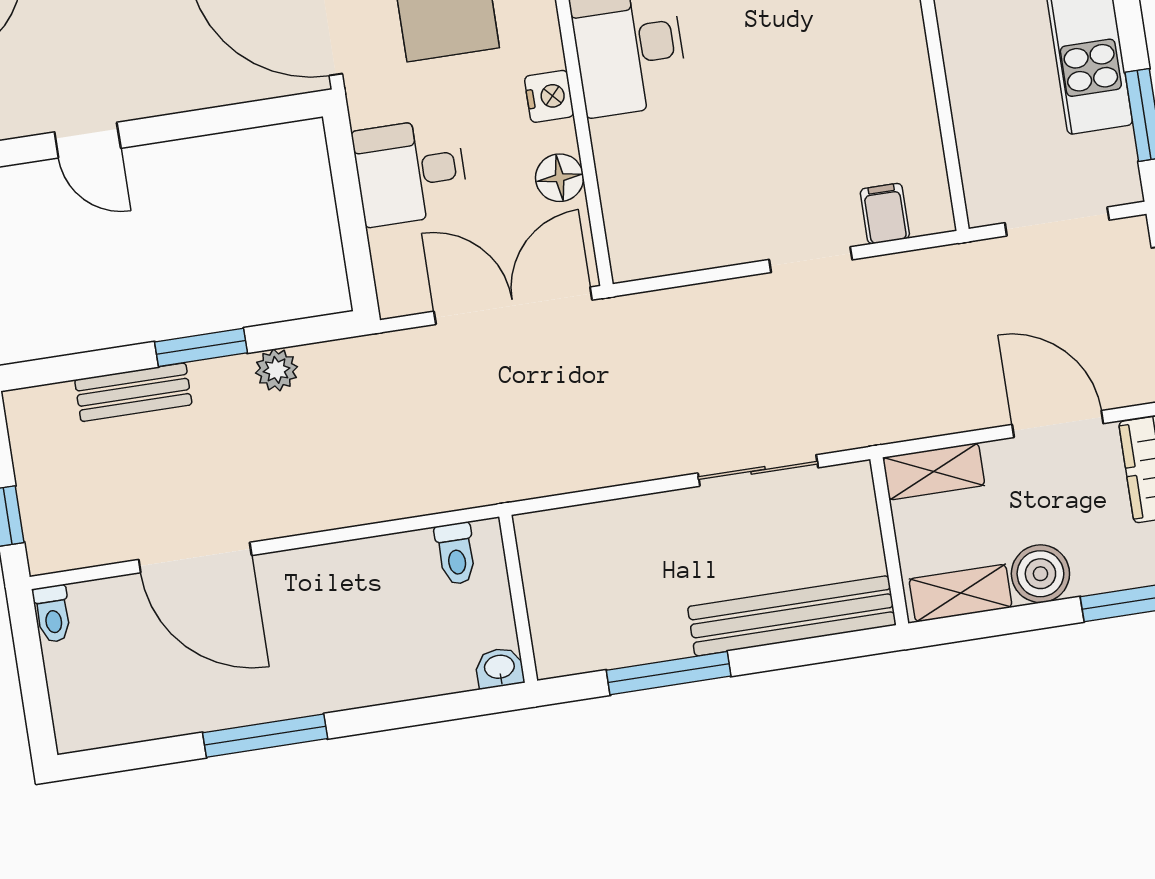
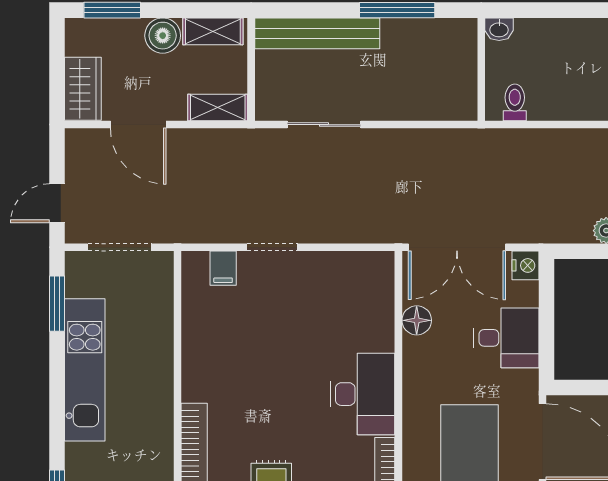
nightstand: (549, 96) -> (526, 265), moved, turned 180

